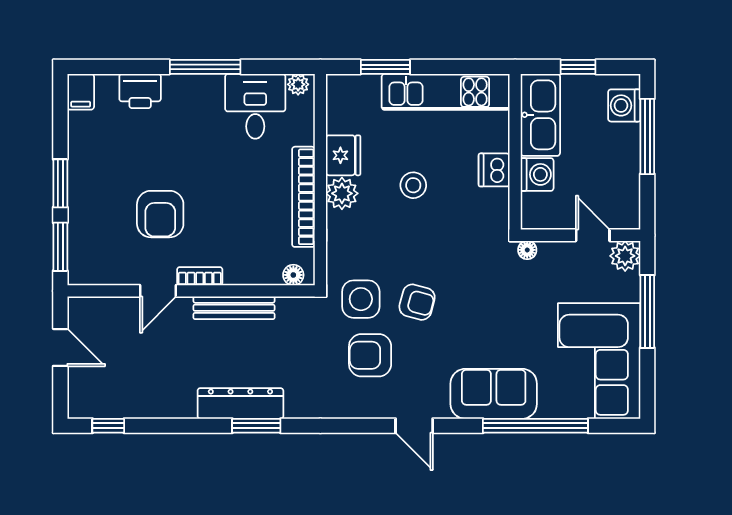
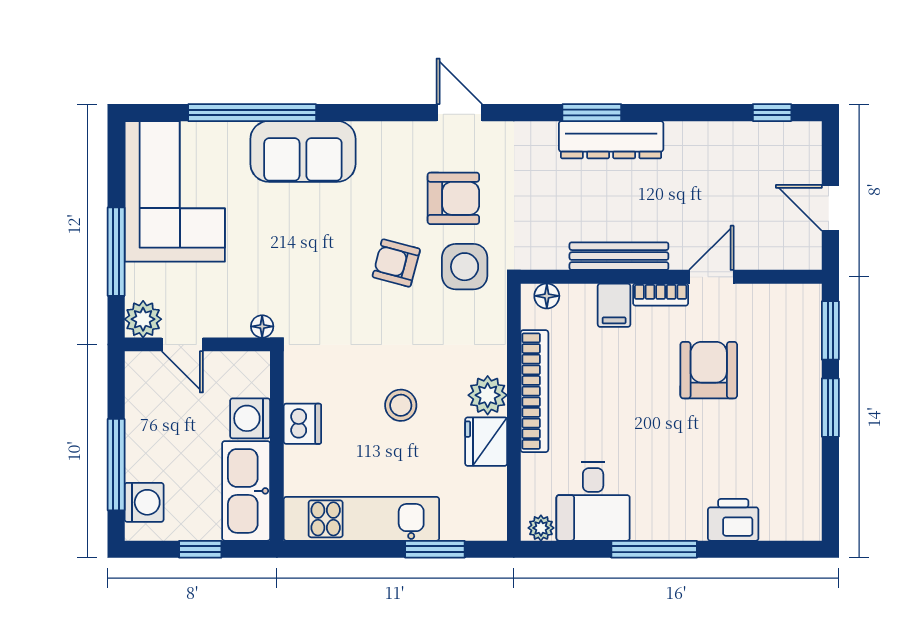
filing cabinet: (81, 92) -> (614, 305), moved, turned 180
door: (414, 426) -> (459, 113), moved

